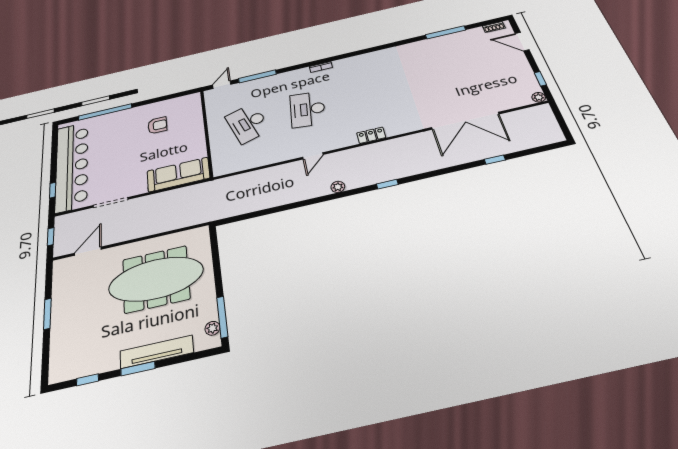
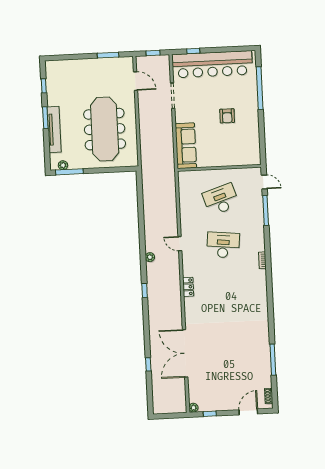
armchair: (157, 125) -> (227, 116), moved
window: (47, 314) -> (108, 55), moved

